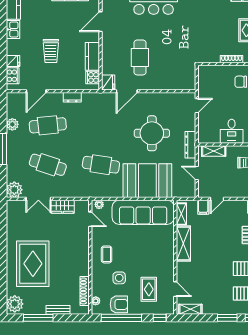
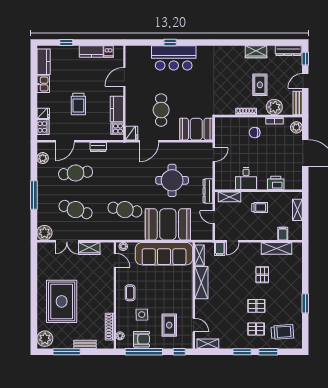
booth: (178, 78) -> (196, 129), added
plant: (12, 124) -> (43, 158), moved

